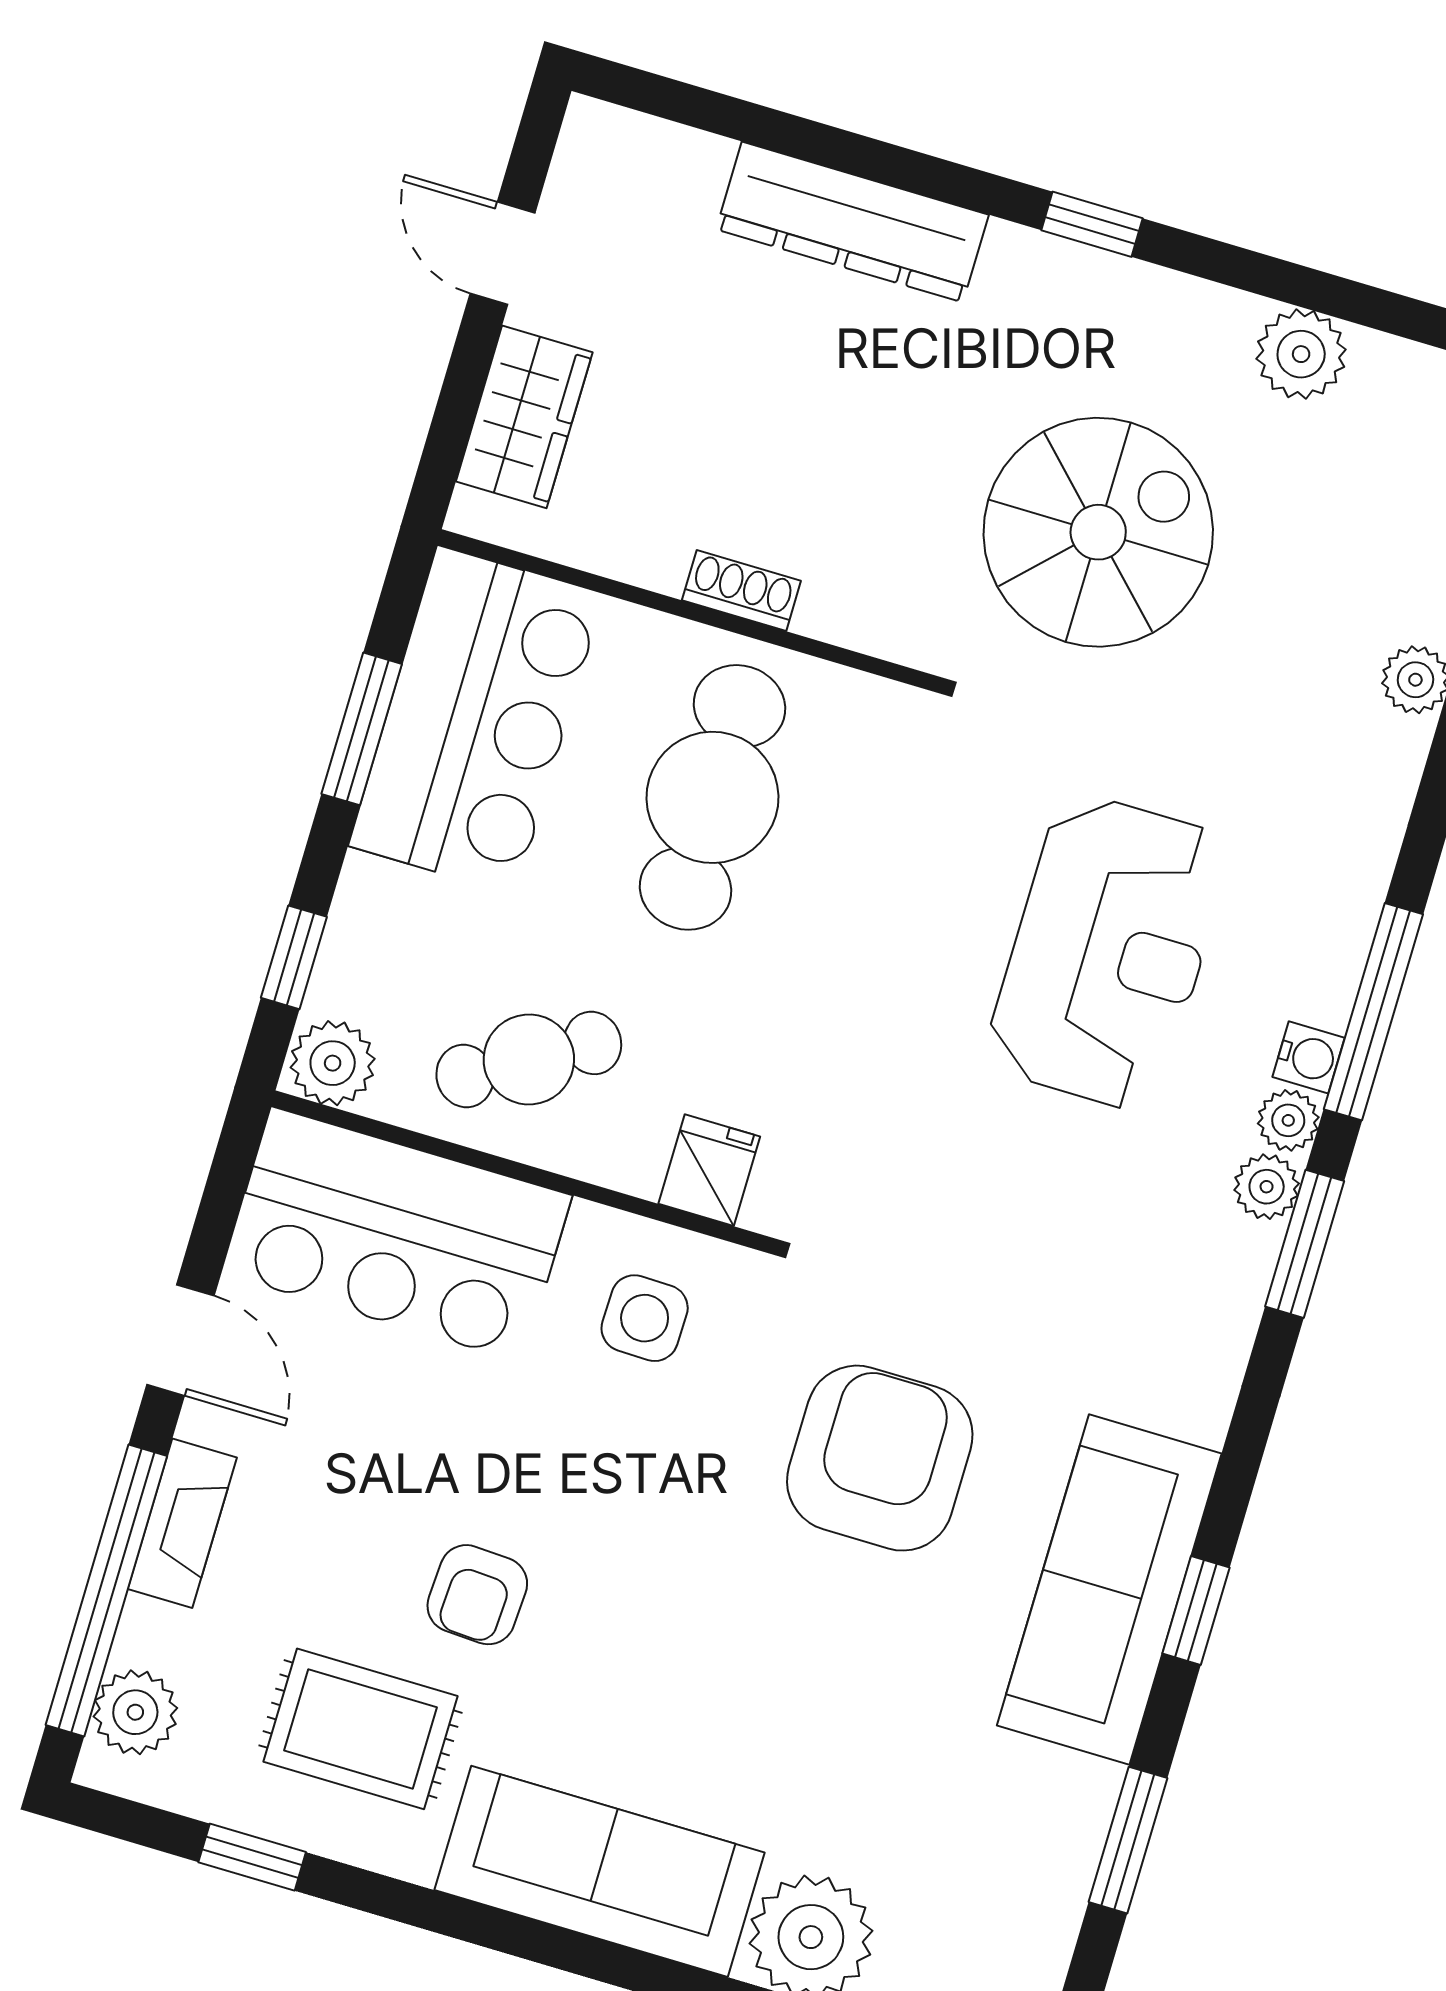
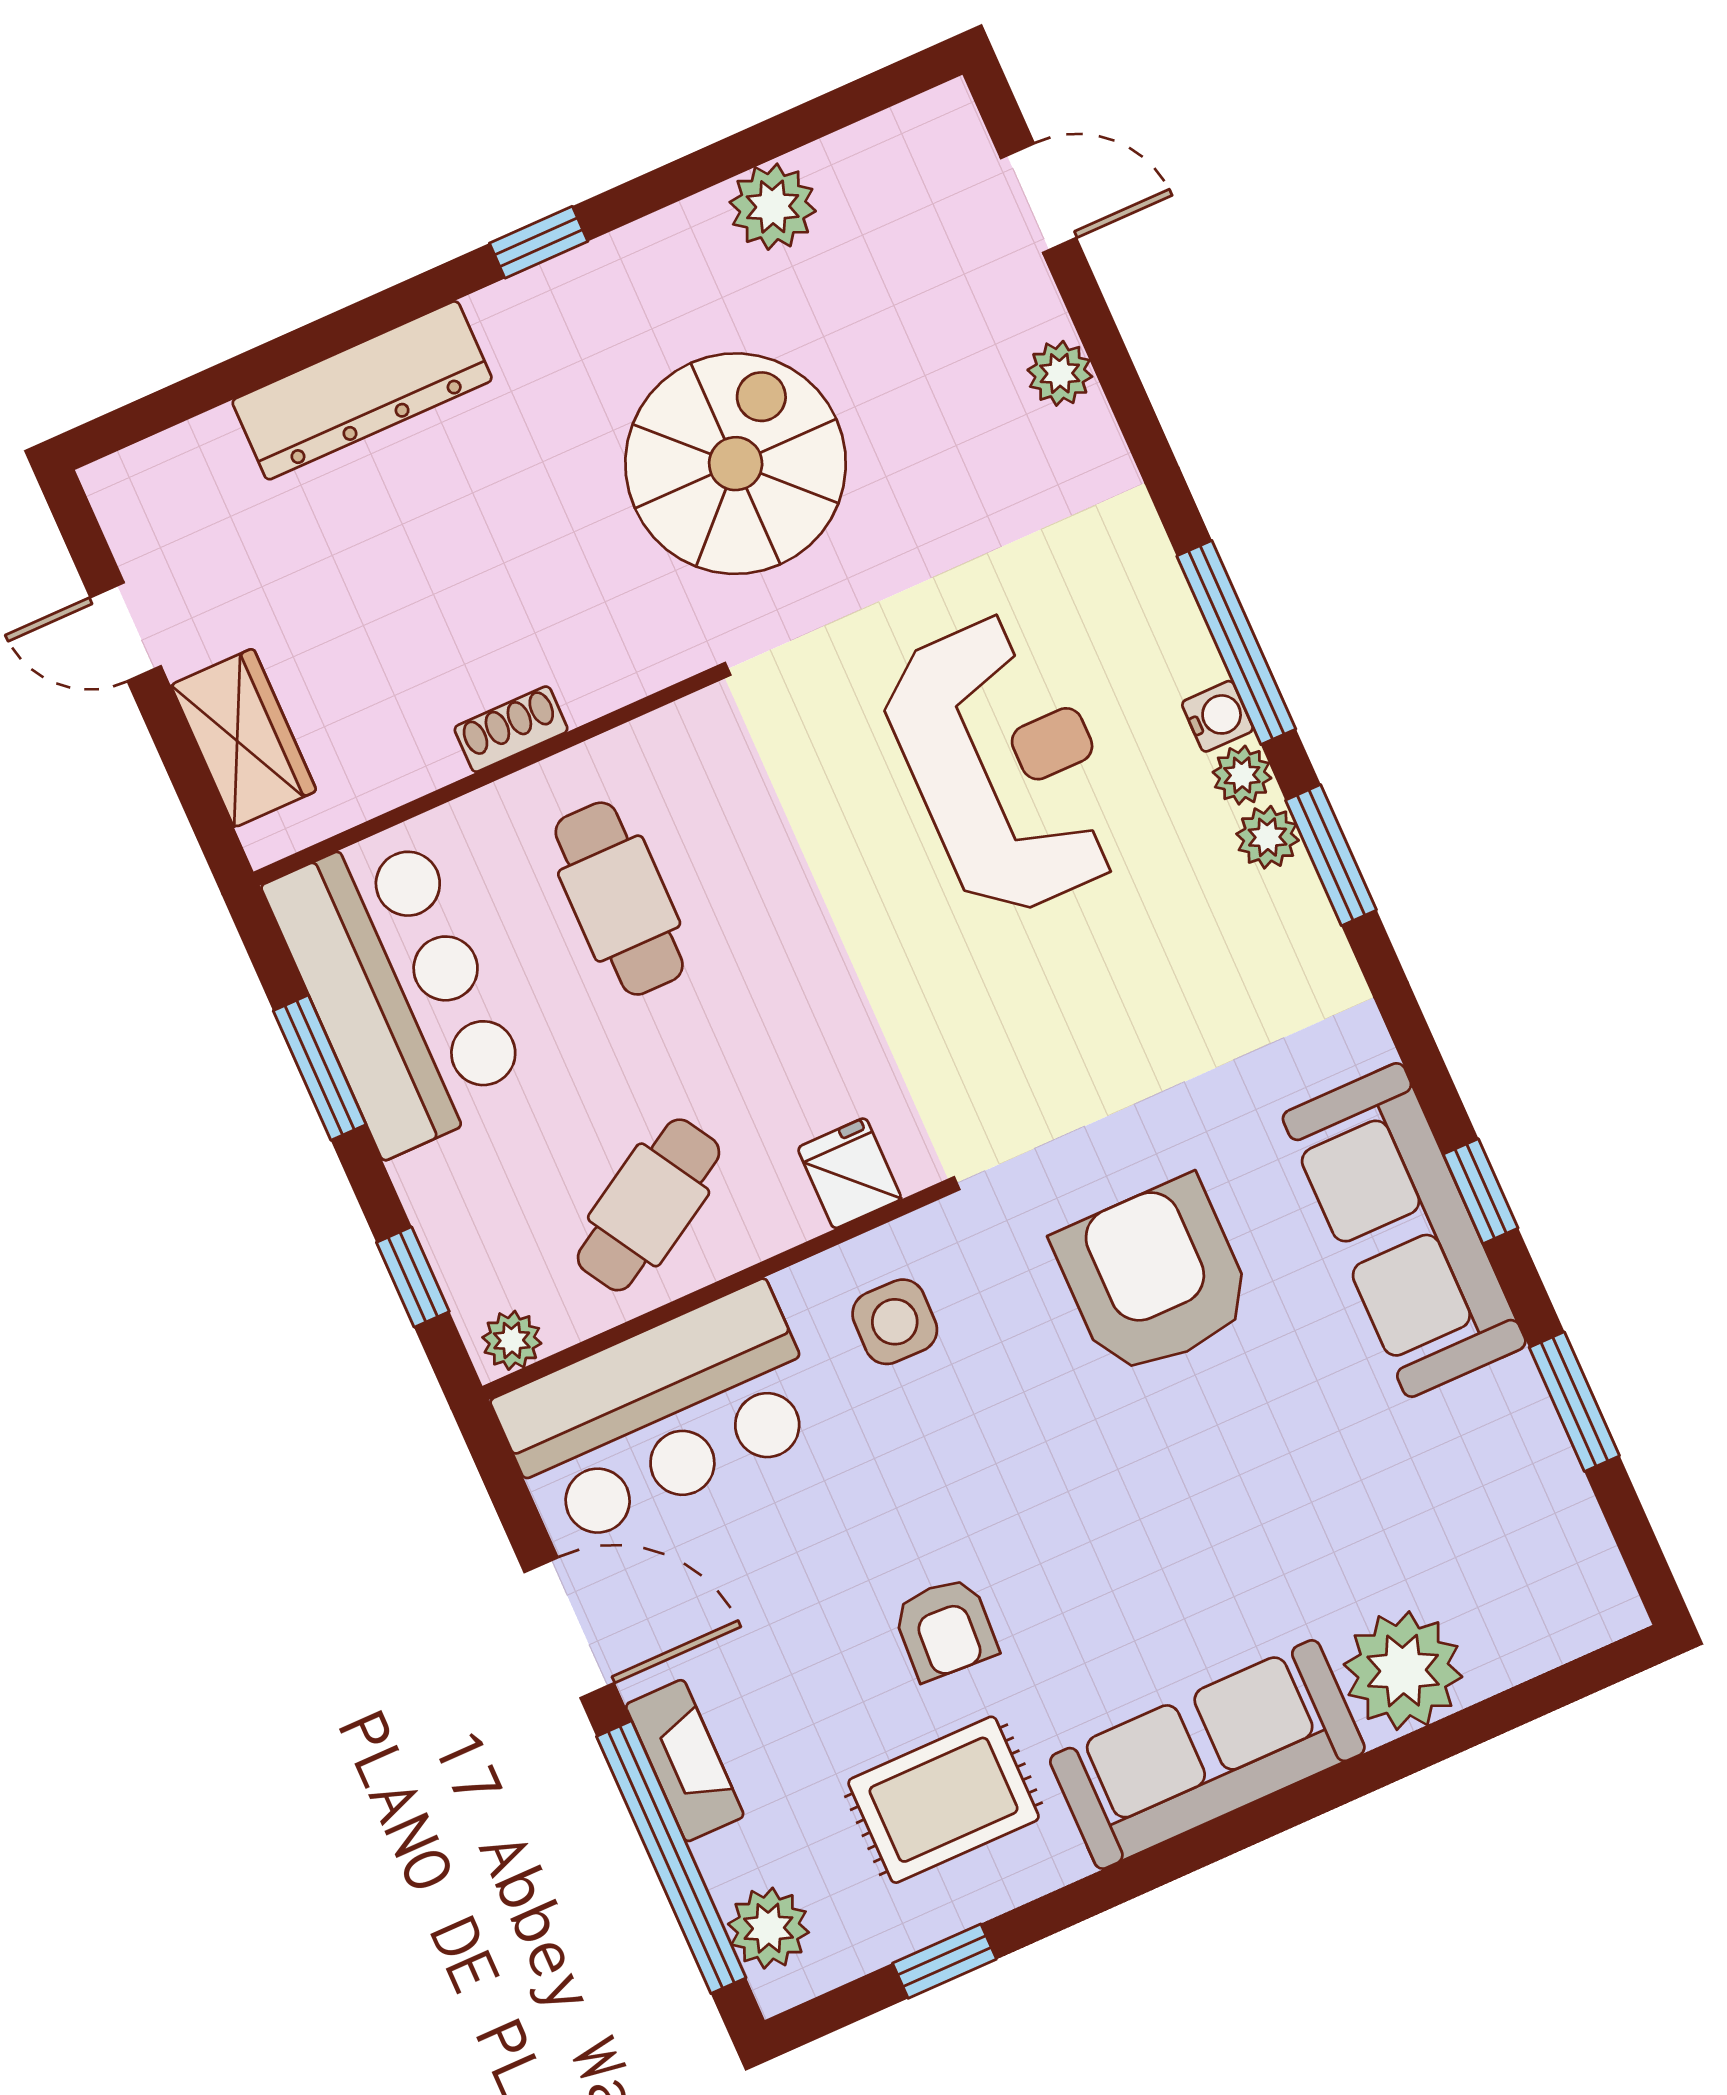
cafe table: (712, 797) -> (619, 899), width x0.73, depth x0.74
plant: (333, 1063) -> (512, 1340), width x0.73, depth x0.73
door: (181, 1340) -> (569, 1628), width x1.38

